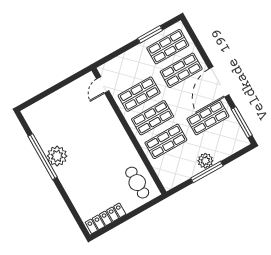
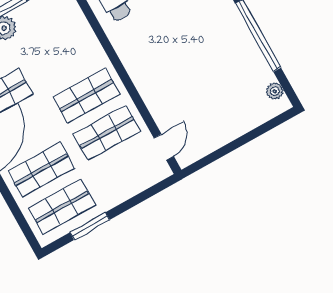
shop shelf: (166, 141) -> (66, 59), removed
plant: (57, 156) -> (275, 91), moved, width x0.53, depth x0.53

